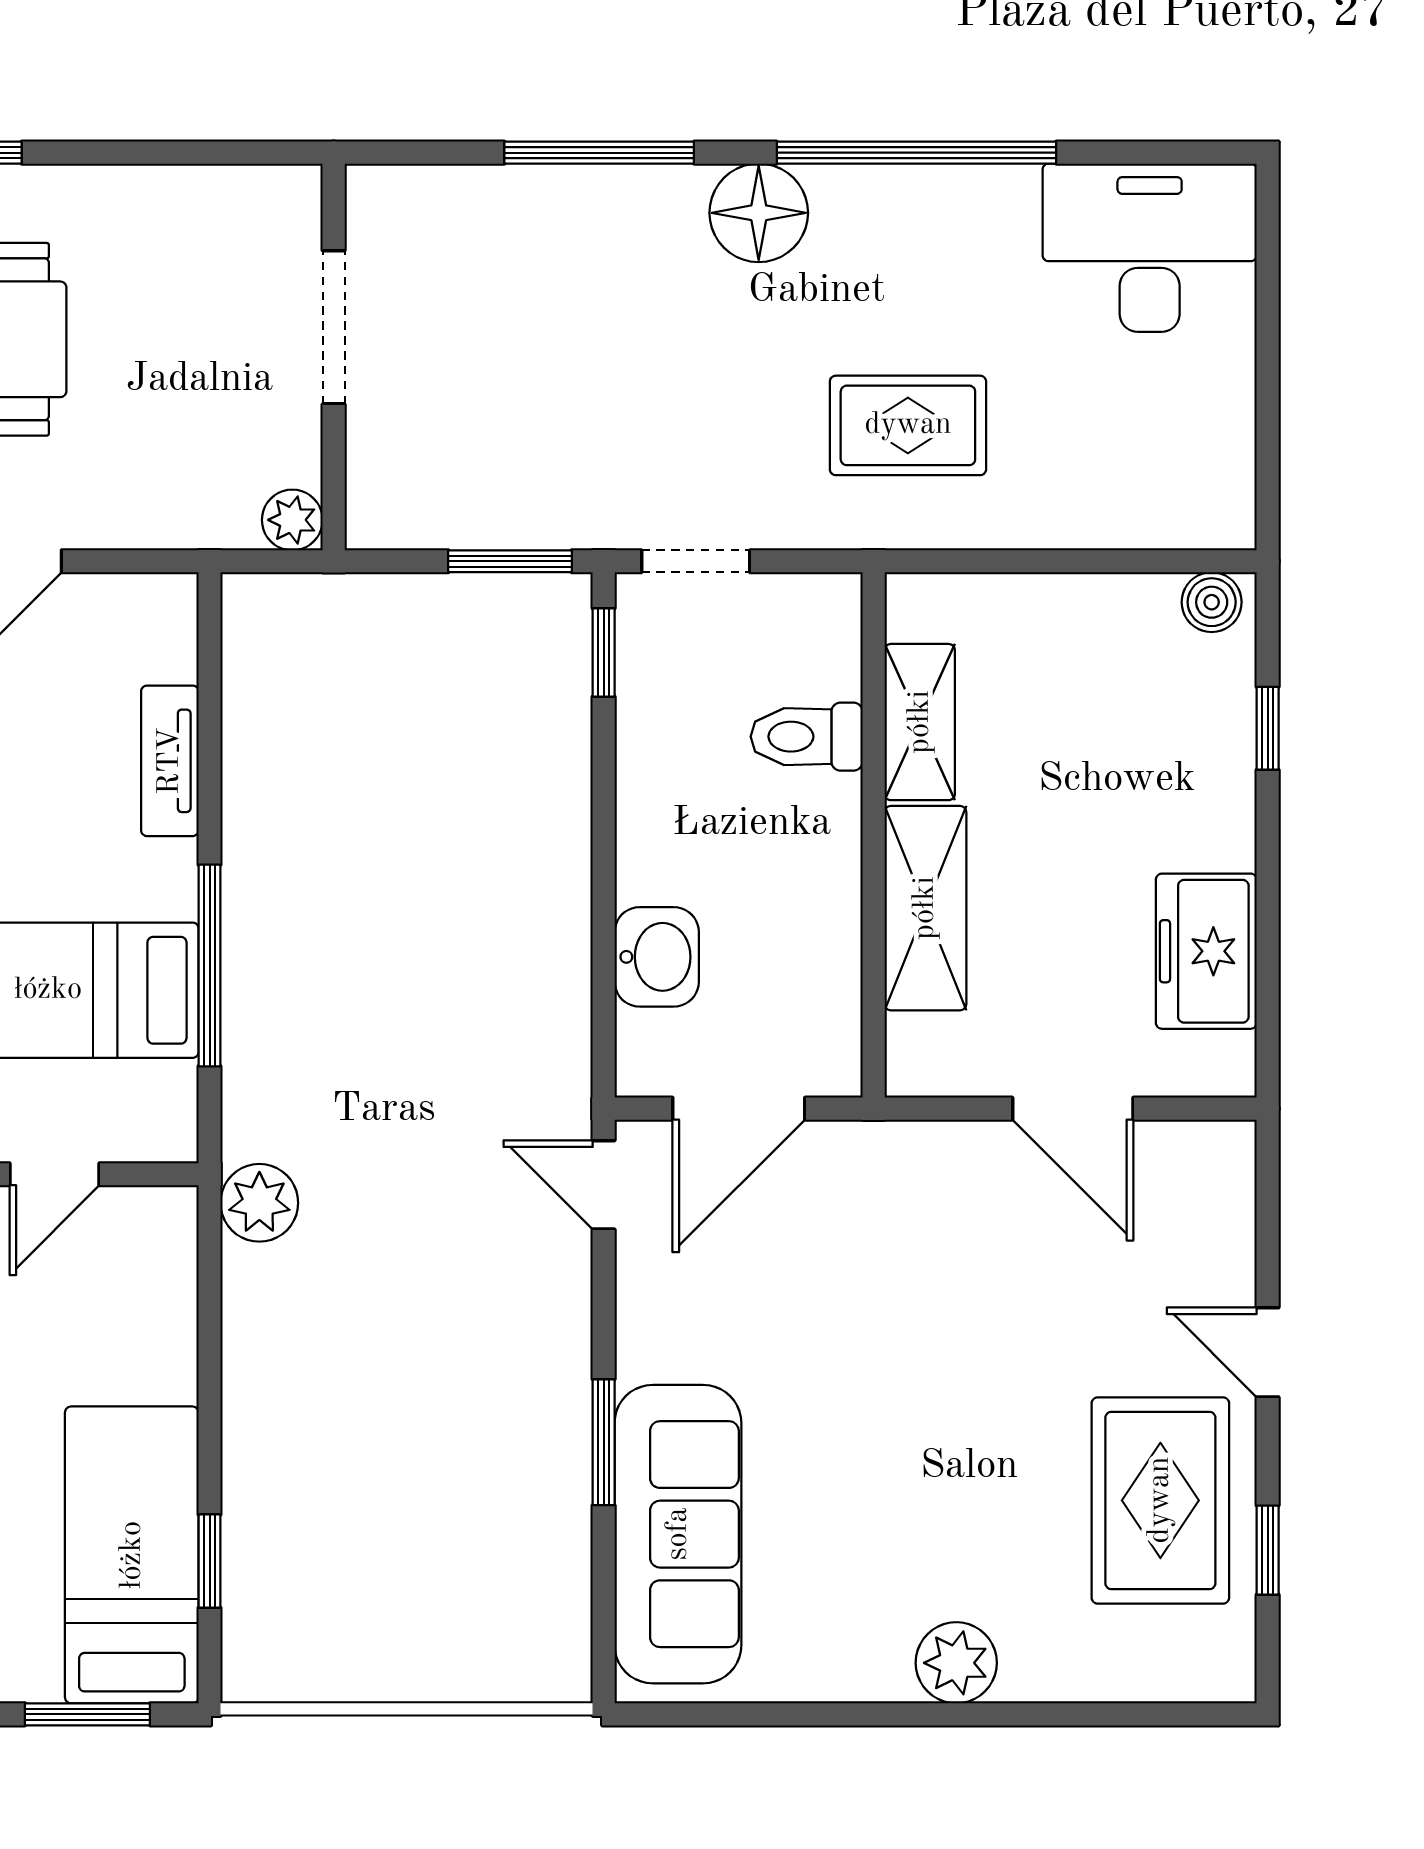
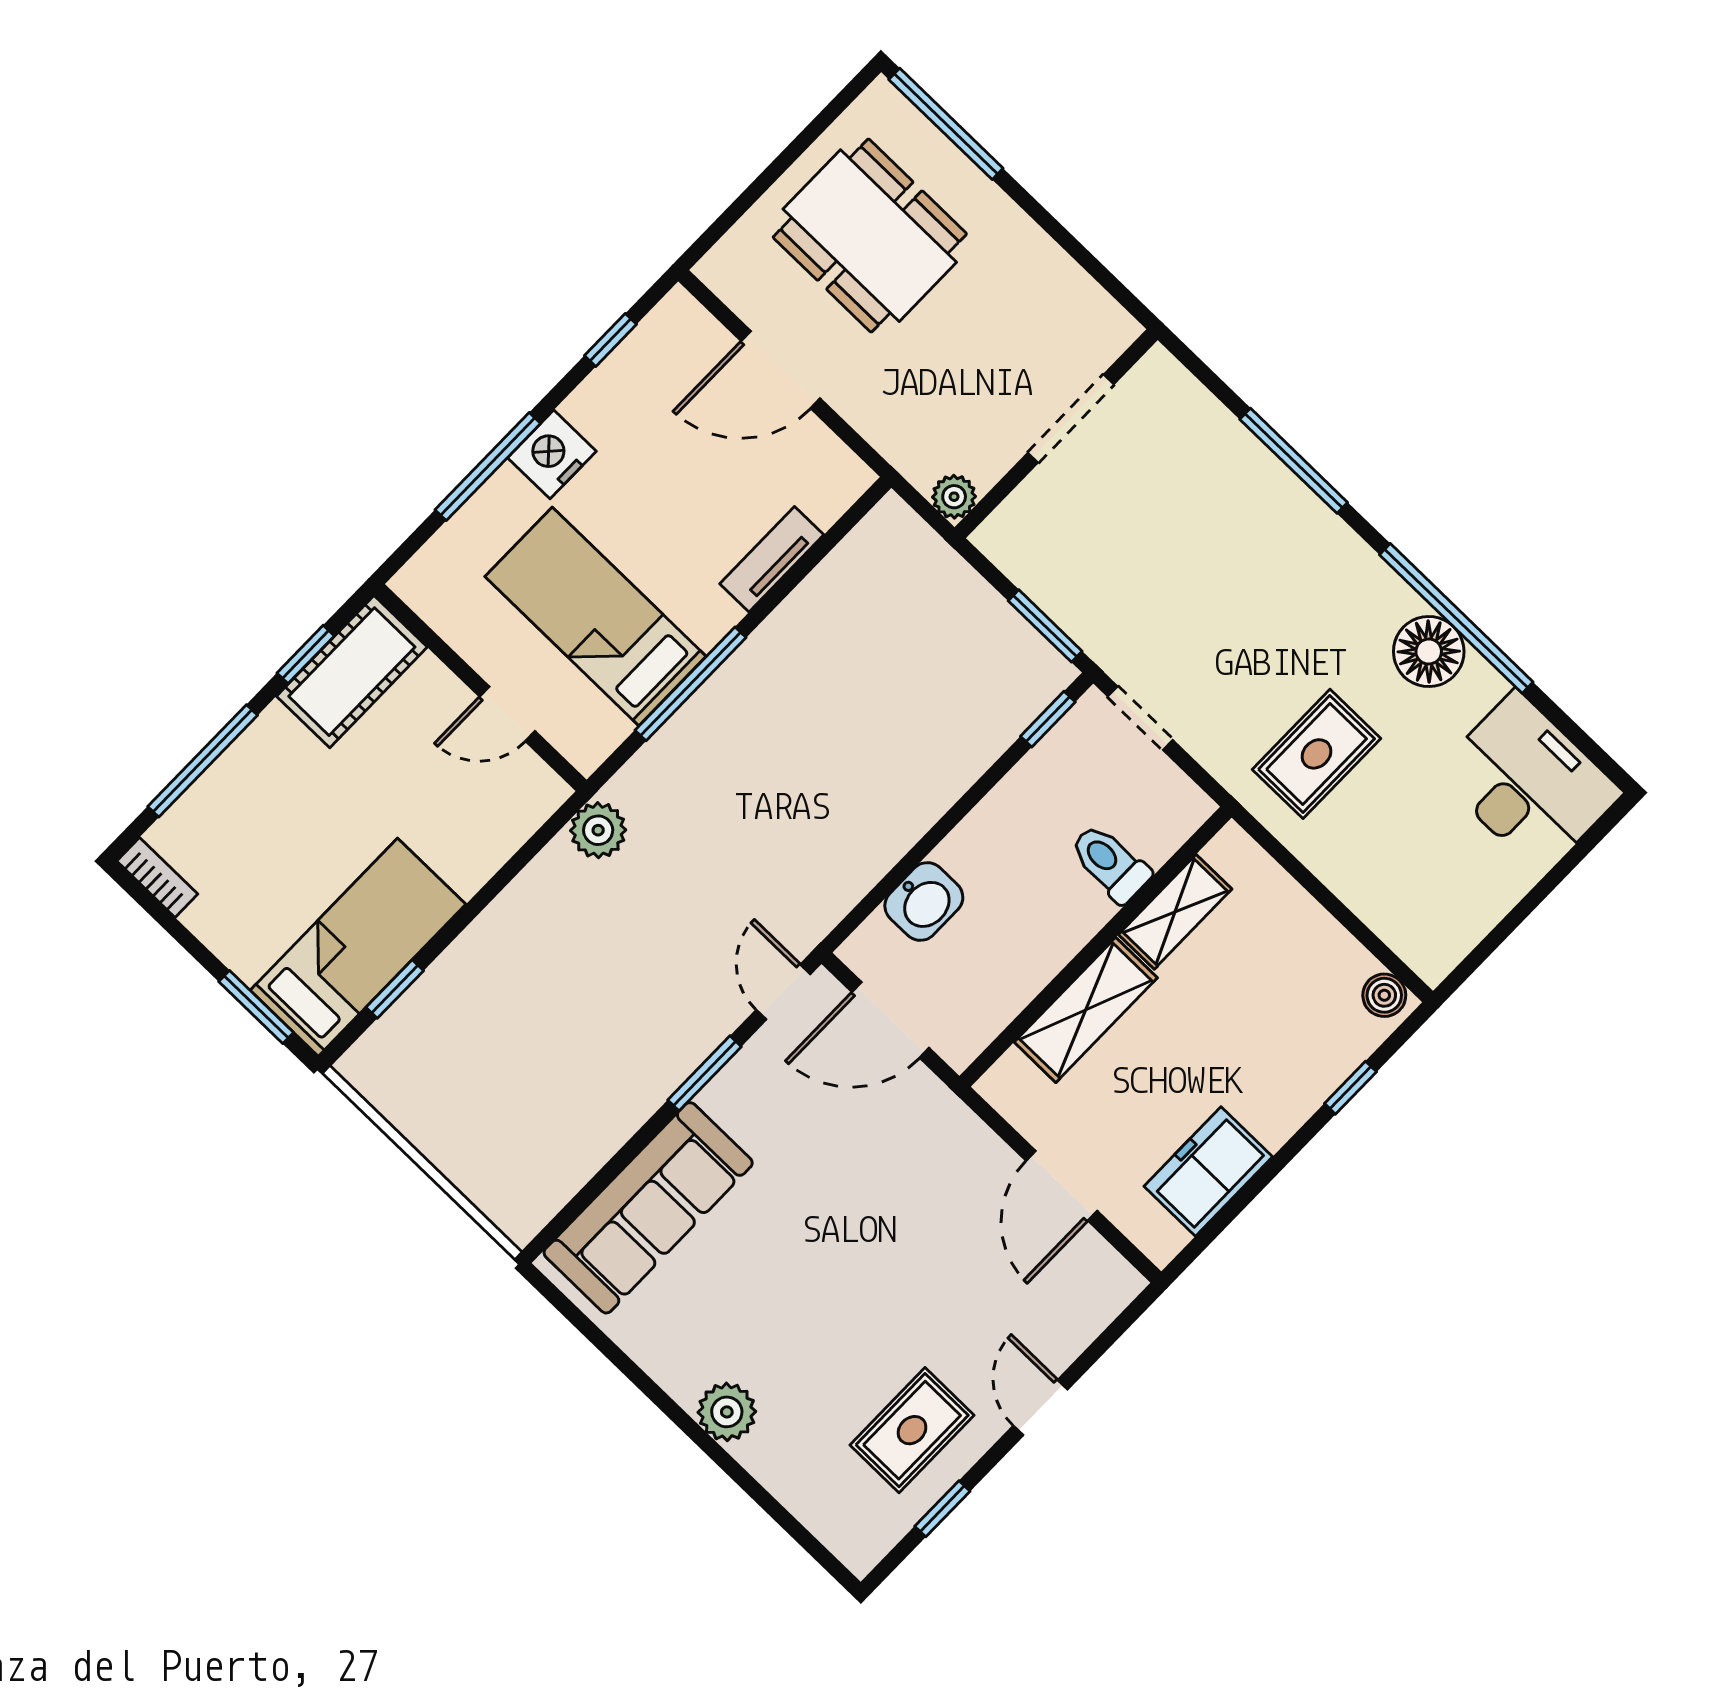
floor lamp: (759, 213) -> (1429, 652), moved
rug: (908, 425) -> (1316, 754), turned 90
window: (604, 1442) -> (705, 1073), moved
rug: (1160, 1500) -> (912, 1430), width x0.73, depth x0.70

